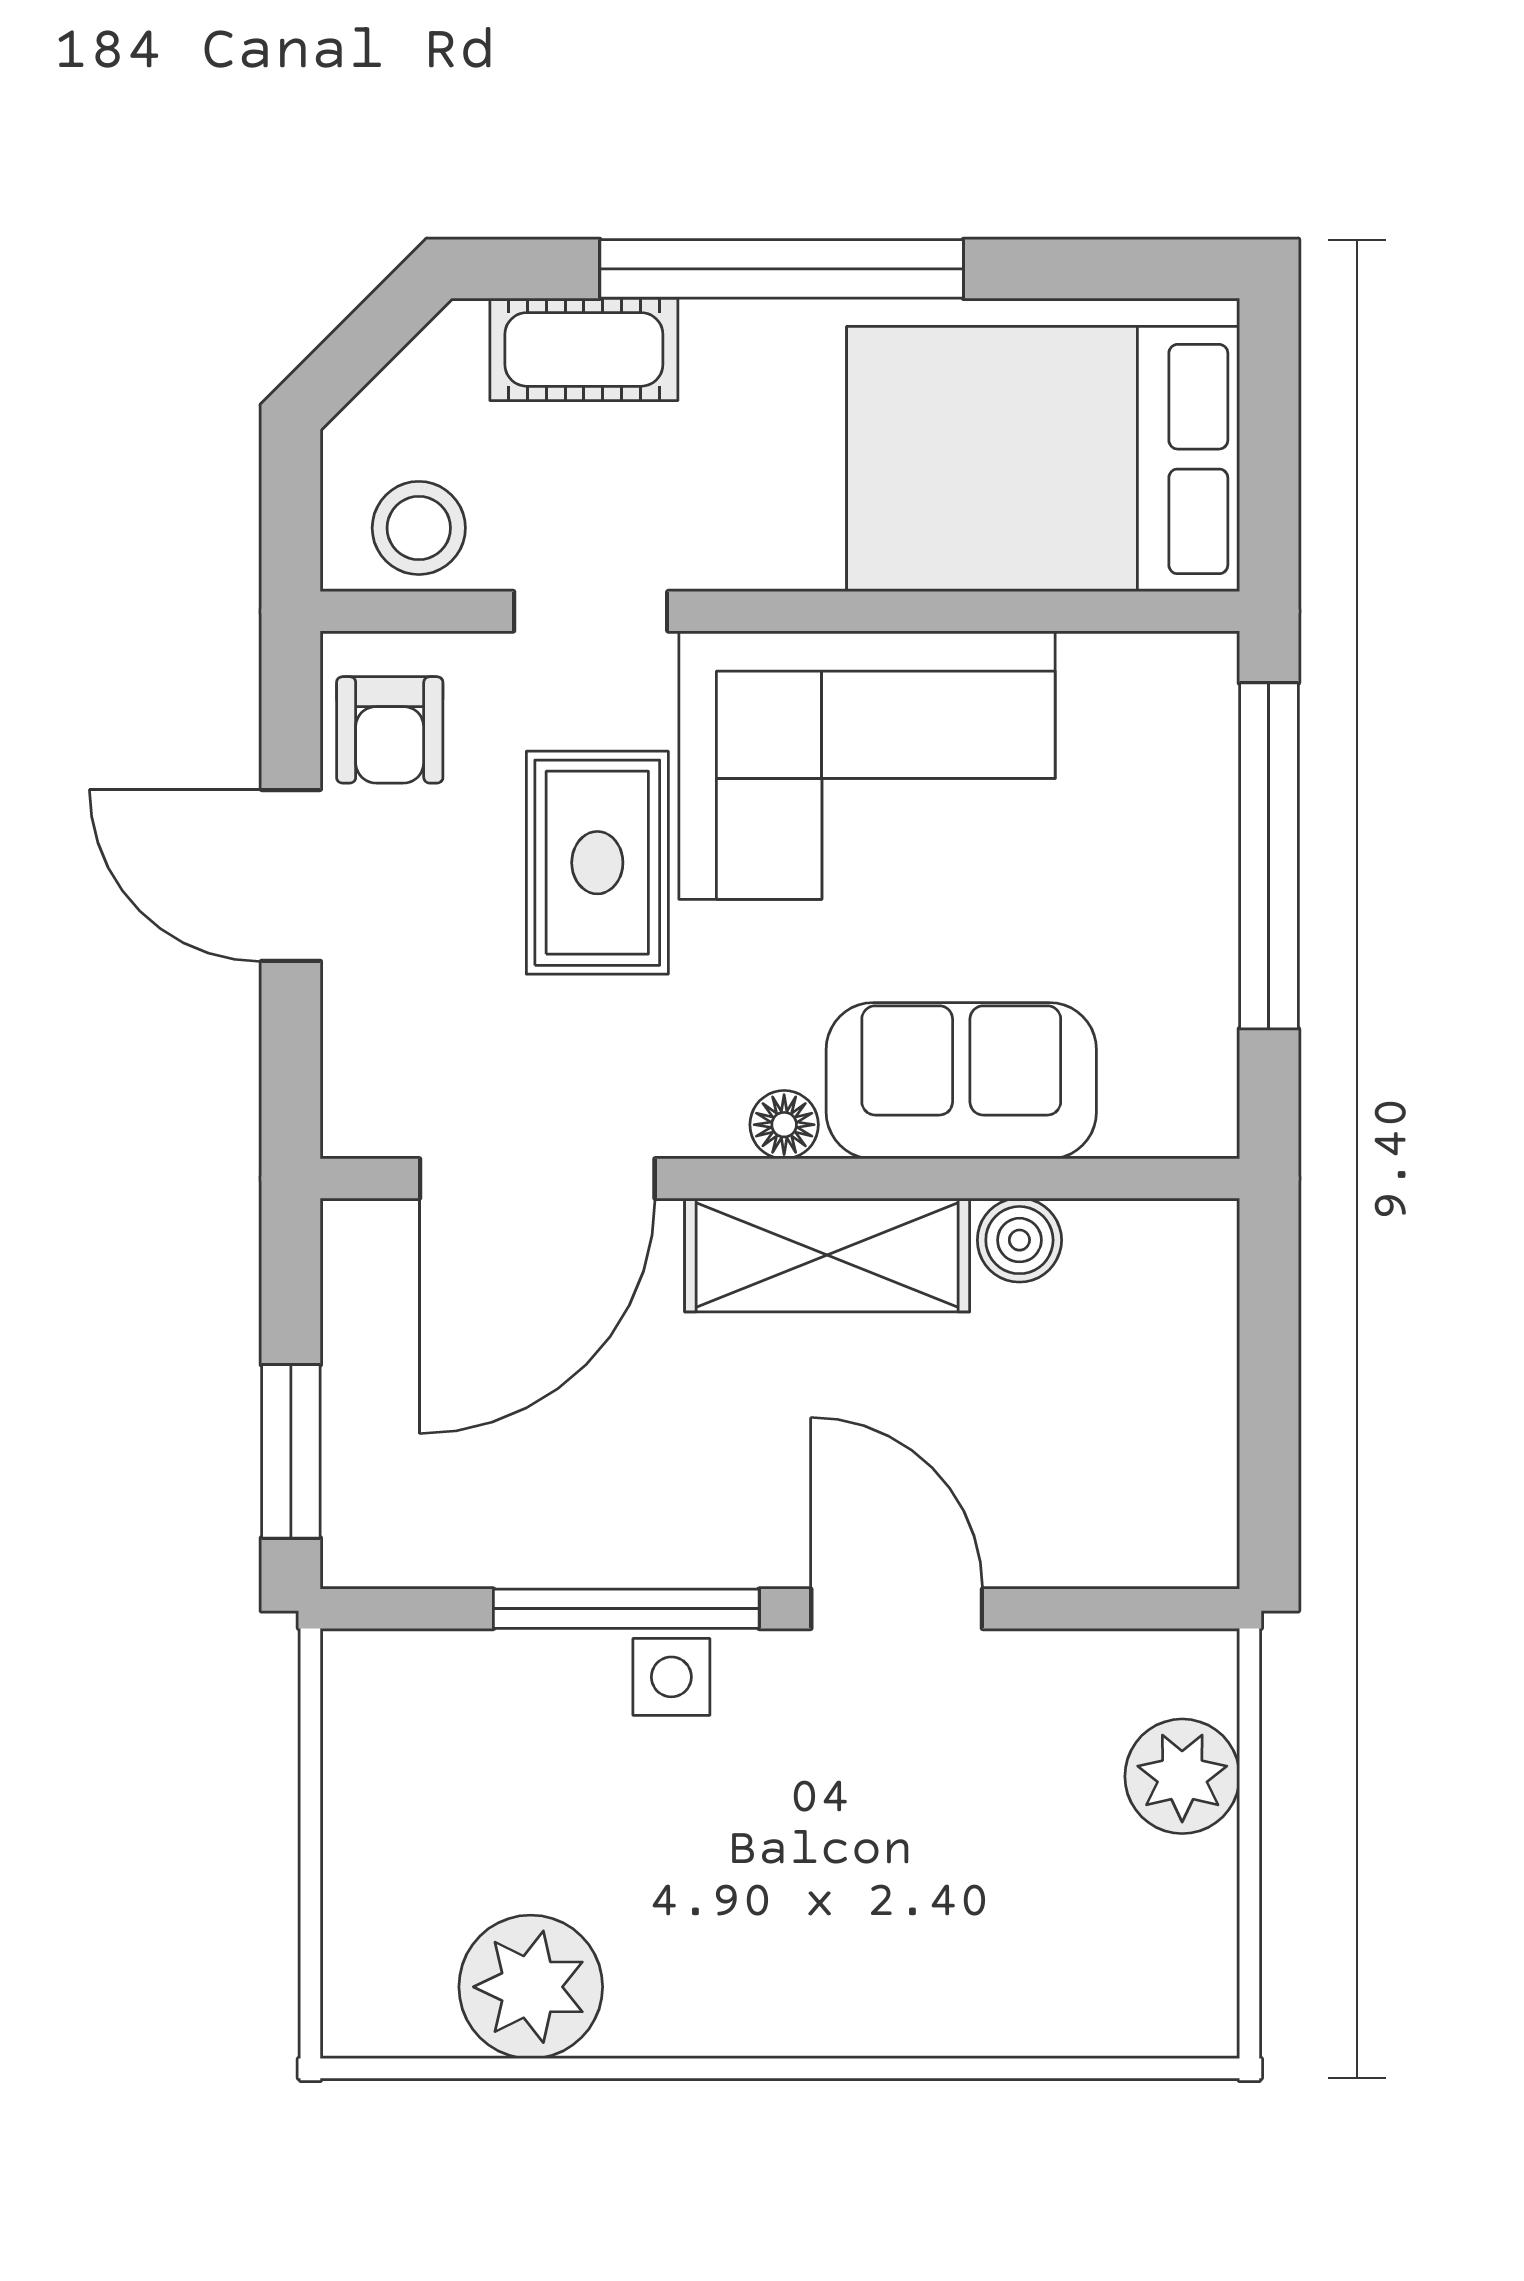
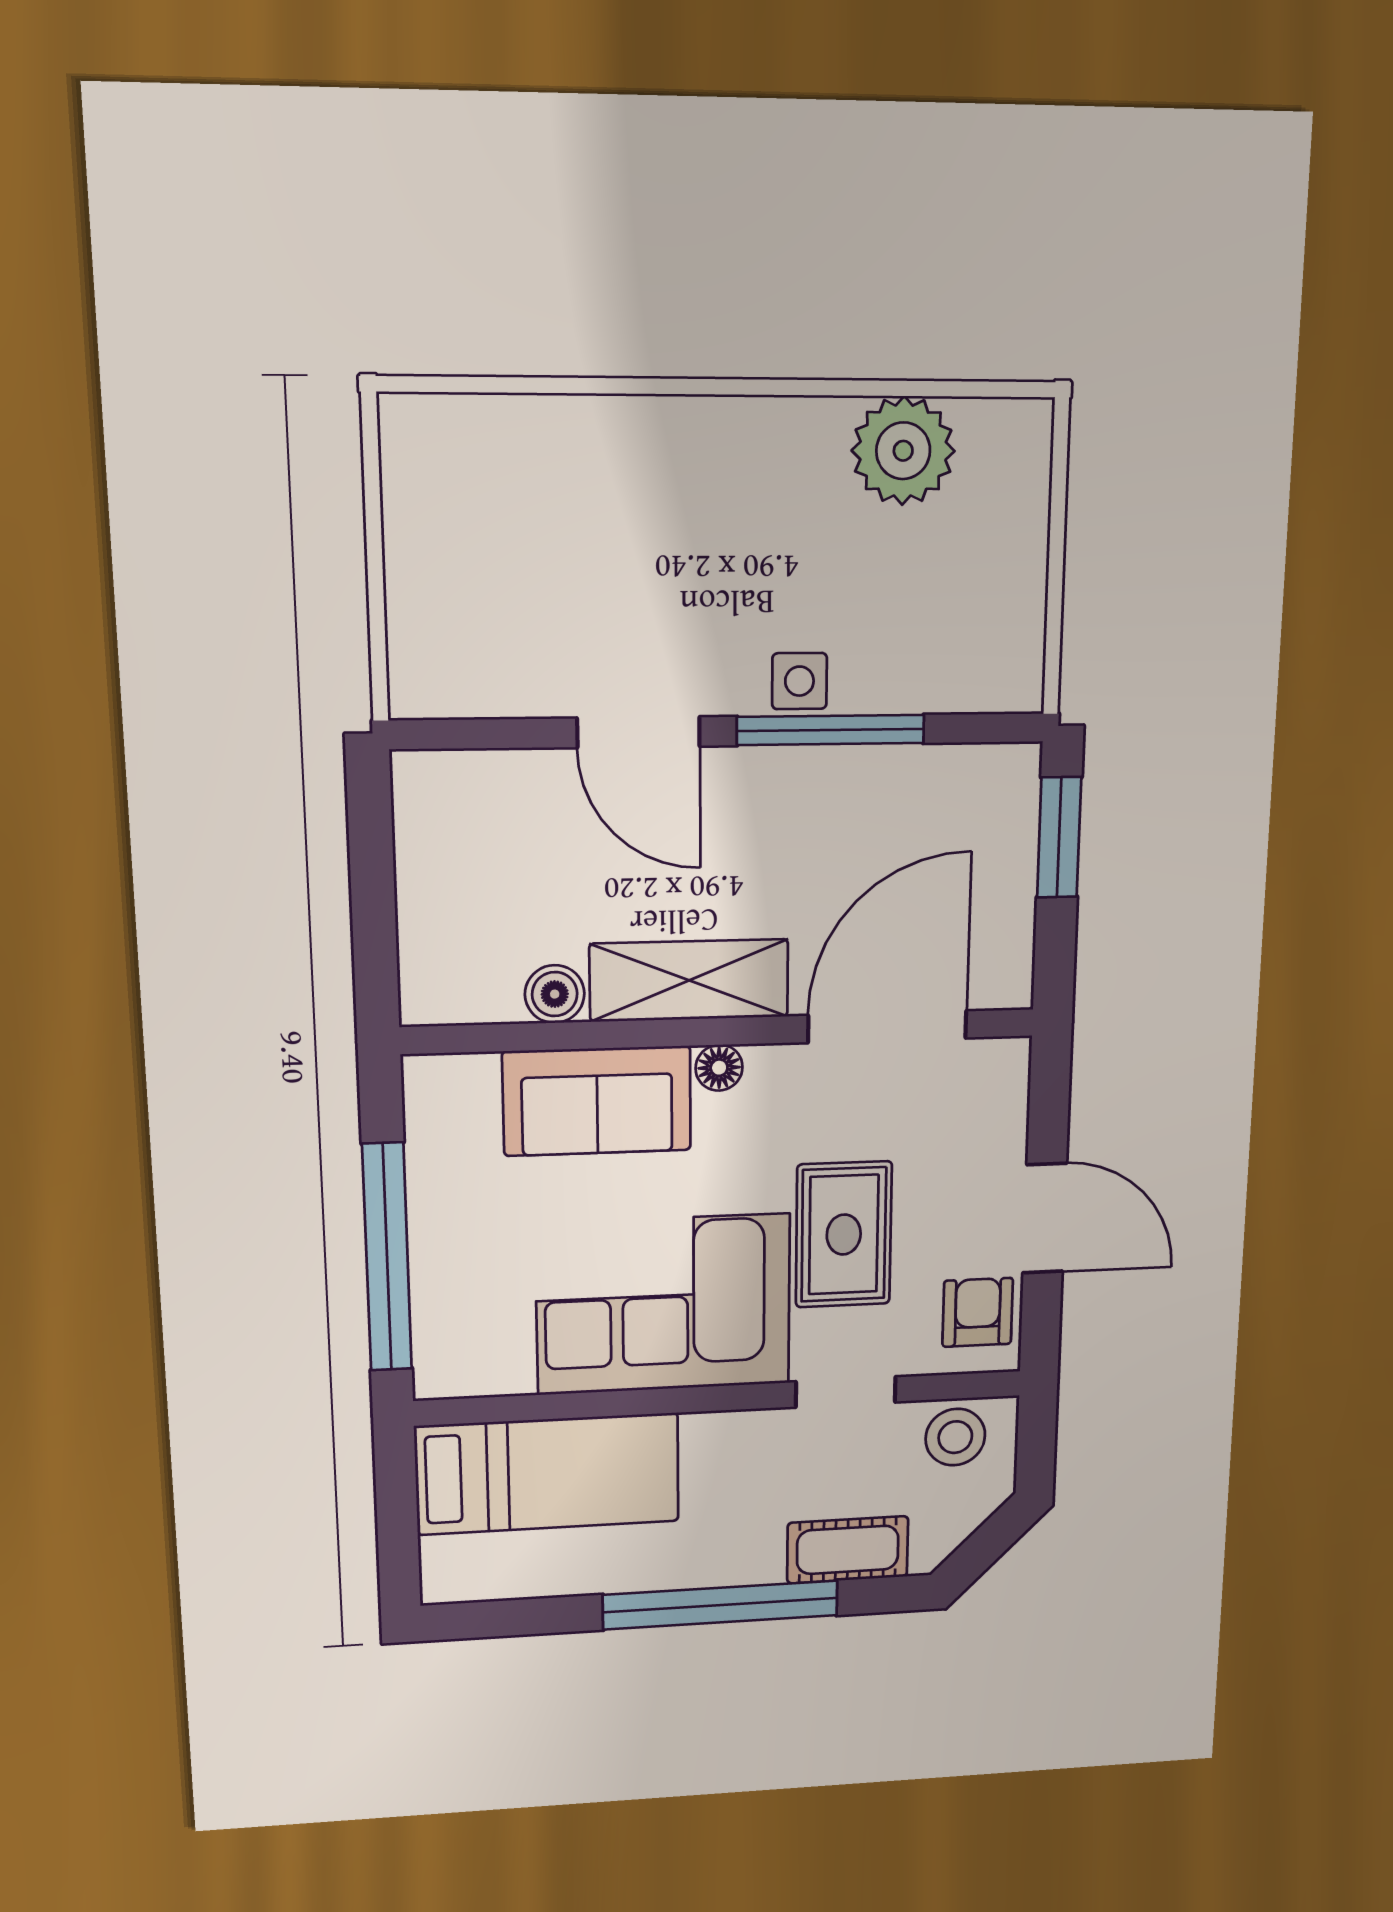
bed: (1043, 459) -> (548, 1474), width x0.67
plant: (1182, 1776) -> (427, 610), removed

